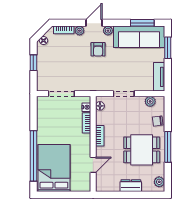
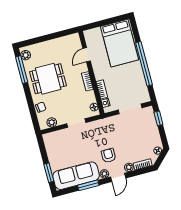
window: (142, 23) -> (88, 185), moved
window: (33, 63) -> (158, 118), moved
tv unit: (159, 77) -> (50, 146), removed
window: (168, 147) -> (22, 70), moved
window: (33, 156) -> (144, 64), moved
dresser: (131, 186) -> (49, 45), removed

